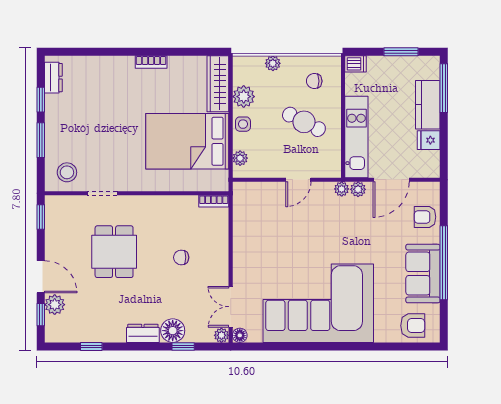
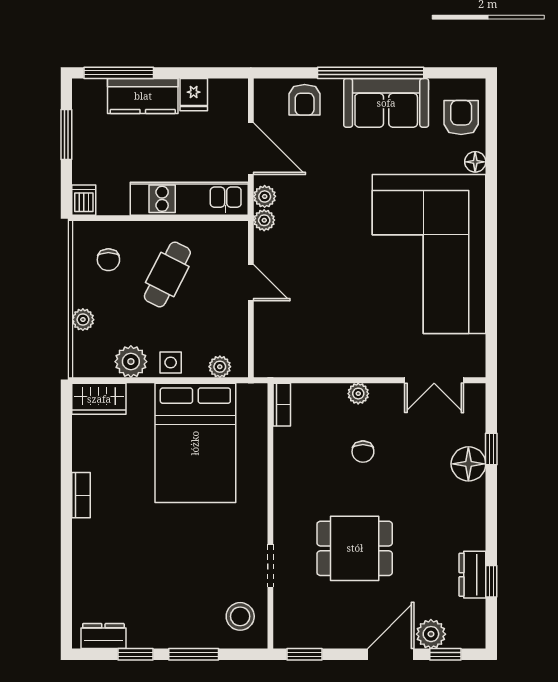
wardrobe: (218, 84) -> (99, 399), width x0.67
dresser: (143, 333) -> (472, 575), moved
plant: (221, 335) -> (358, 394), moved
floor lamp: (240, 335) -> (475, 162), moved

